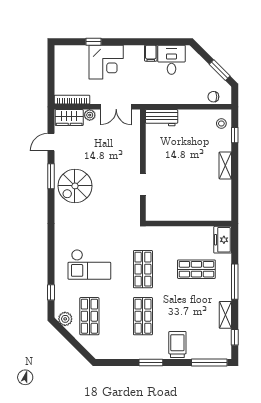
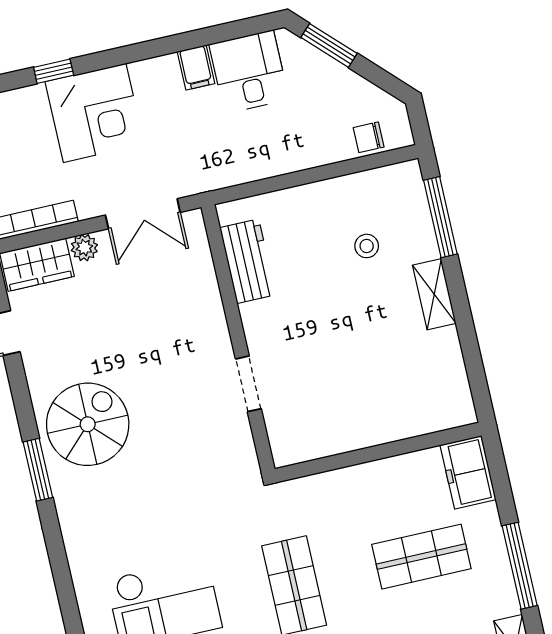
window: (220, 70) -> (329, 45), moved
workbench: (162, 118) -> (248, 261), moved, turned -90
stool: (221, 123) -> (367, 246), moved
window: (235, 135) -> (440, 217), width x2.17
window: (51, 176) -> (38, 470), moved
spiral stairs: (75, 186) -> (88, 424), turned 180

